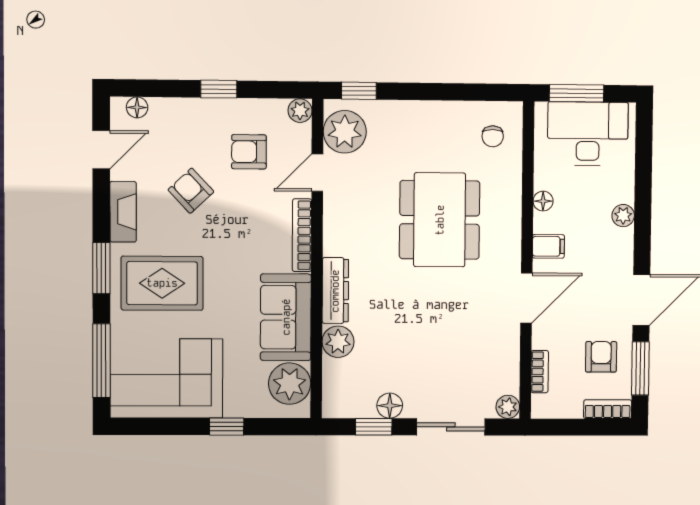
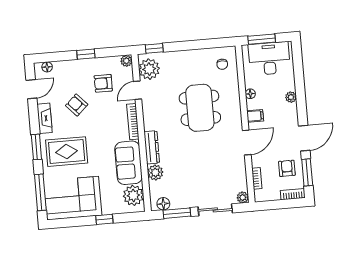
floor lamp: (390, 406) -> (163, 204), moved
window: (374, 427) -> (177, 213), width x1.50

